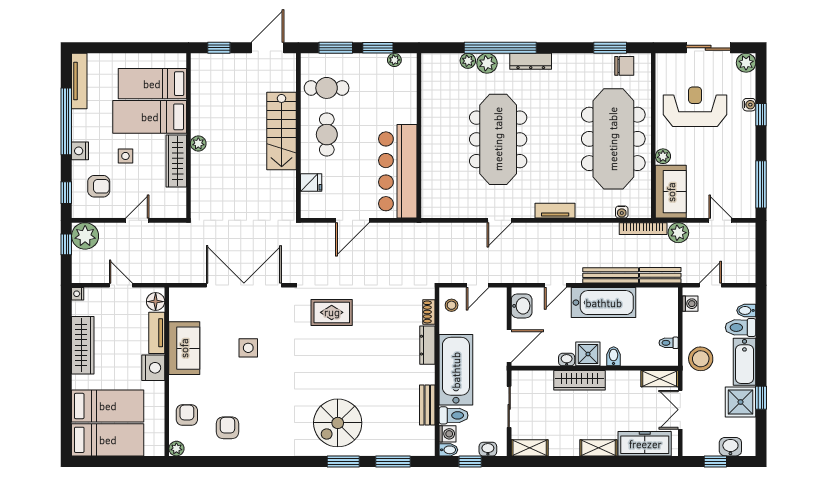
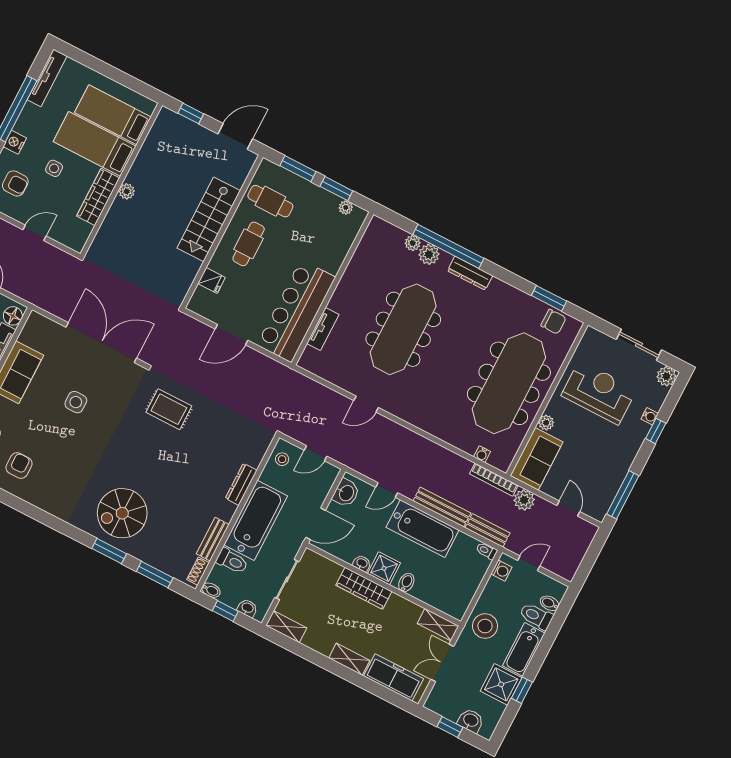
tv unit: (555, 211) -> (323, 329), moved, turned 90
shoe rack: (429, 312) -> (198, 571), moved
toilet: (669, 343) -> (487, 551), moved
washing machine: (448, 434) -> (218, 575), removed

